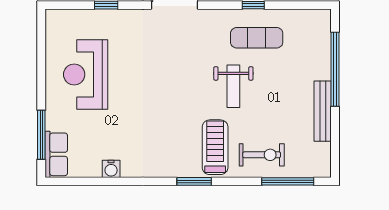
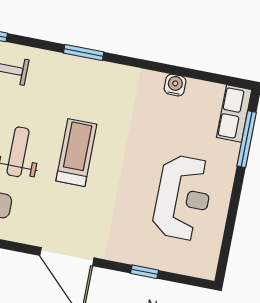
treadmill: (215, 147) -> (76, 153), moved, turned 180

